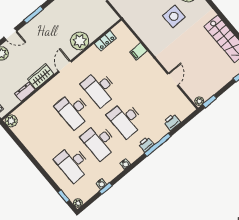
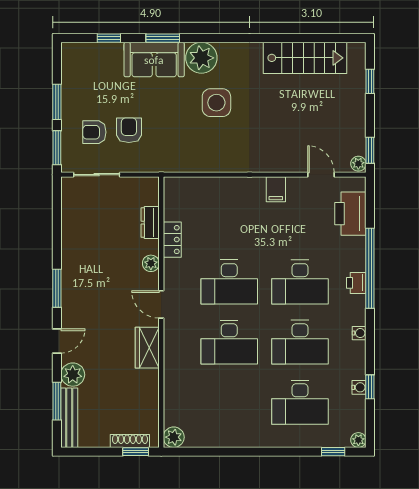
plant: (80, 41) -> (151, 263), width x0.53, depth x0.53
locker: (105, 41) -> (172, 240), moved
filing cabinet: (138, 51) -> (276, 189), moved
door: (173, 79) -> (321, 175), moved
dresser: (25, 92) -> (150, 223), moved
printer: (172, 122) -> (350, 214), width x1.87, depth x1.48
window: (158, 145) -> (370, 268), width x1.46

